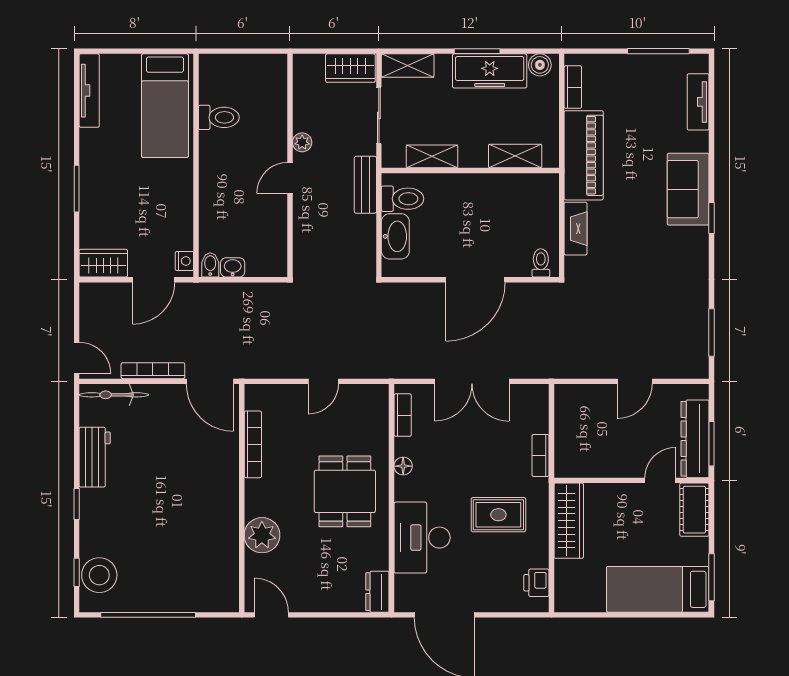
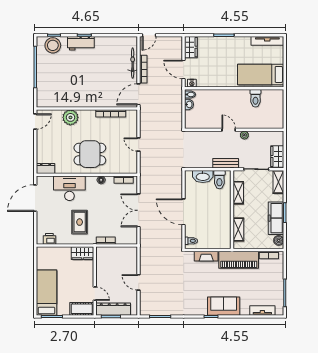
bicycle: (114, 395) -> (133, 63), moved
workbench: (95, 457) -> (81, 43), moved
wardrobe: (569, 521) -> (82, 253), width x0.67

